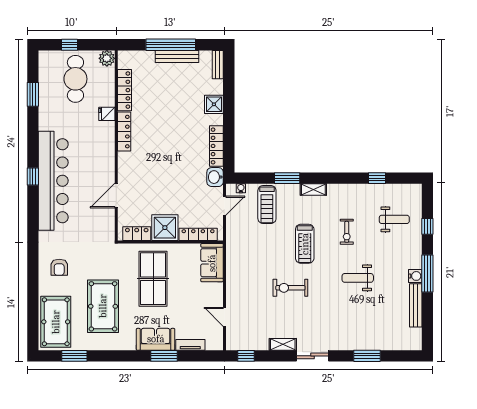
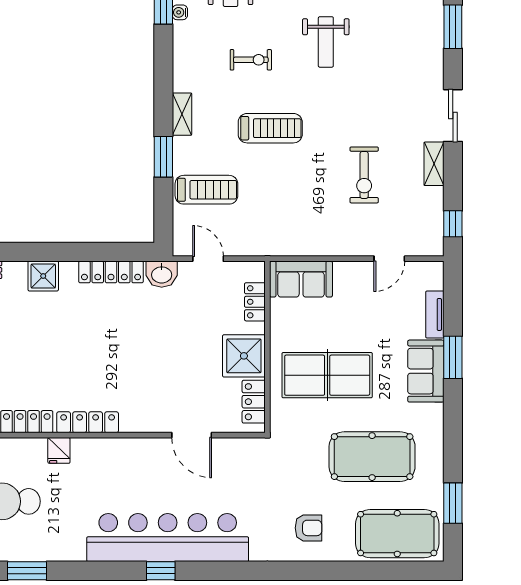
water cooler: (241, 188) -> (180, 12), moved
locker: (198, 234) -> (255, 302), width x0.66
exercise bike: (290, 288) -> (364, 175), moved

